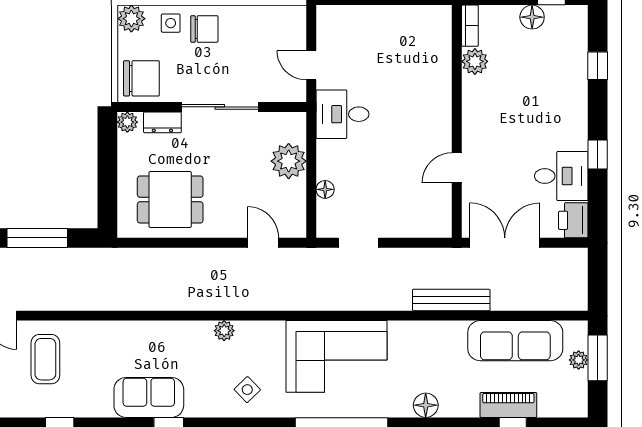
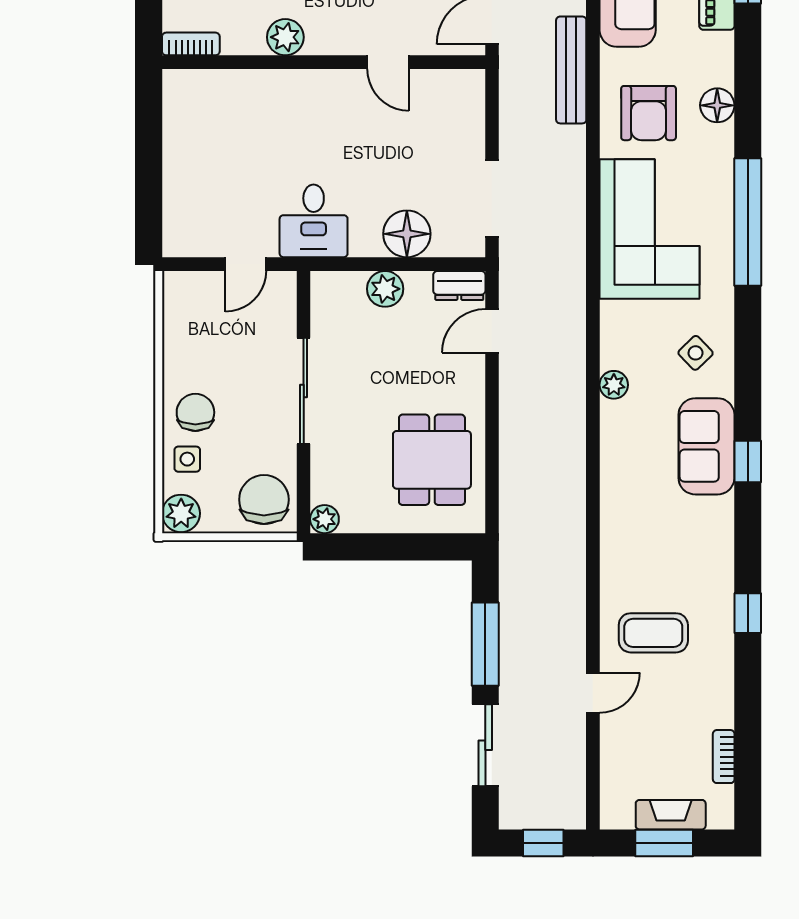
plant: (475, 61) -> (285, 37), moved
dresser: (162, 122) -> (459, 285), moved, turned 90
plant: (289, 161) -> (385, 289), width x0.73, depth x0.73
floor lamp: (325, 189) -> (407, 234), width x1.89, depth x1.89
doorway: (358, 243) -> (492, 199), width x1.38
armchair: (420, 356) -> (649, 113), added
sofa: (149, 397) -> (706, 446), moved

